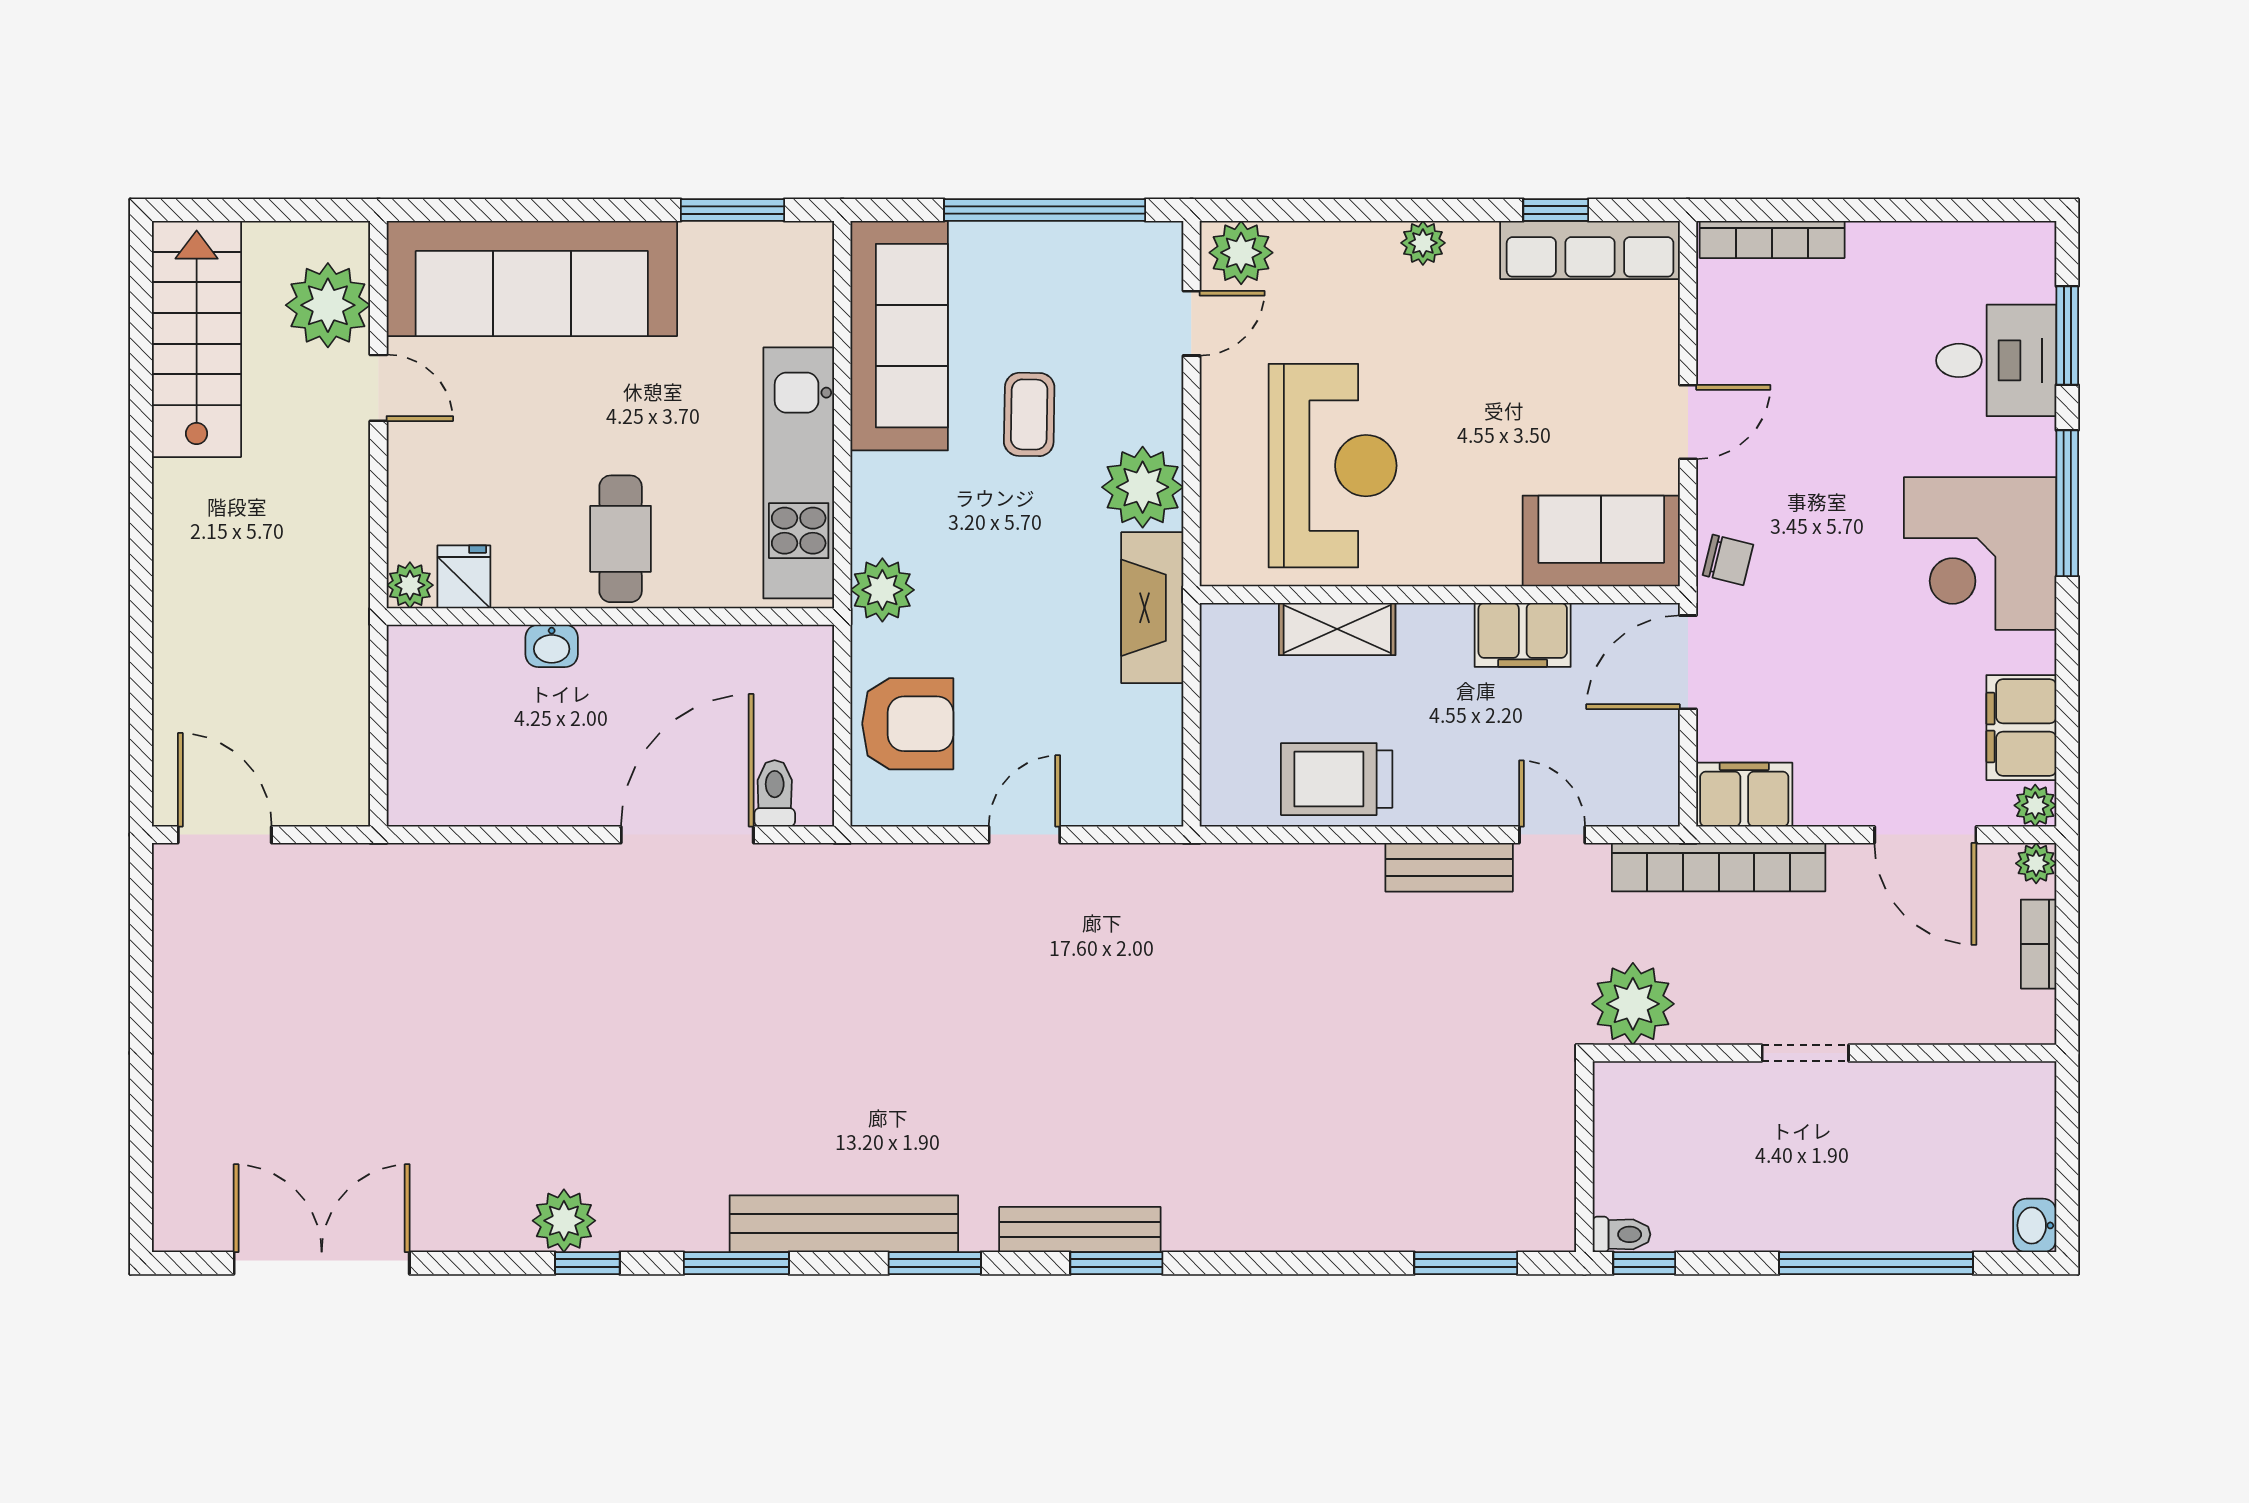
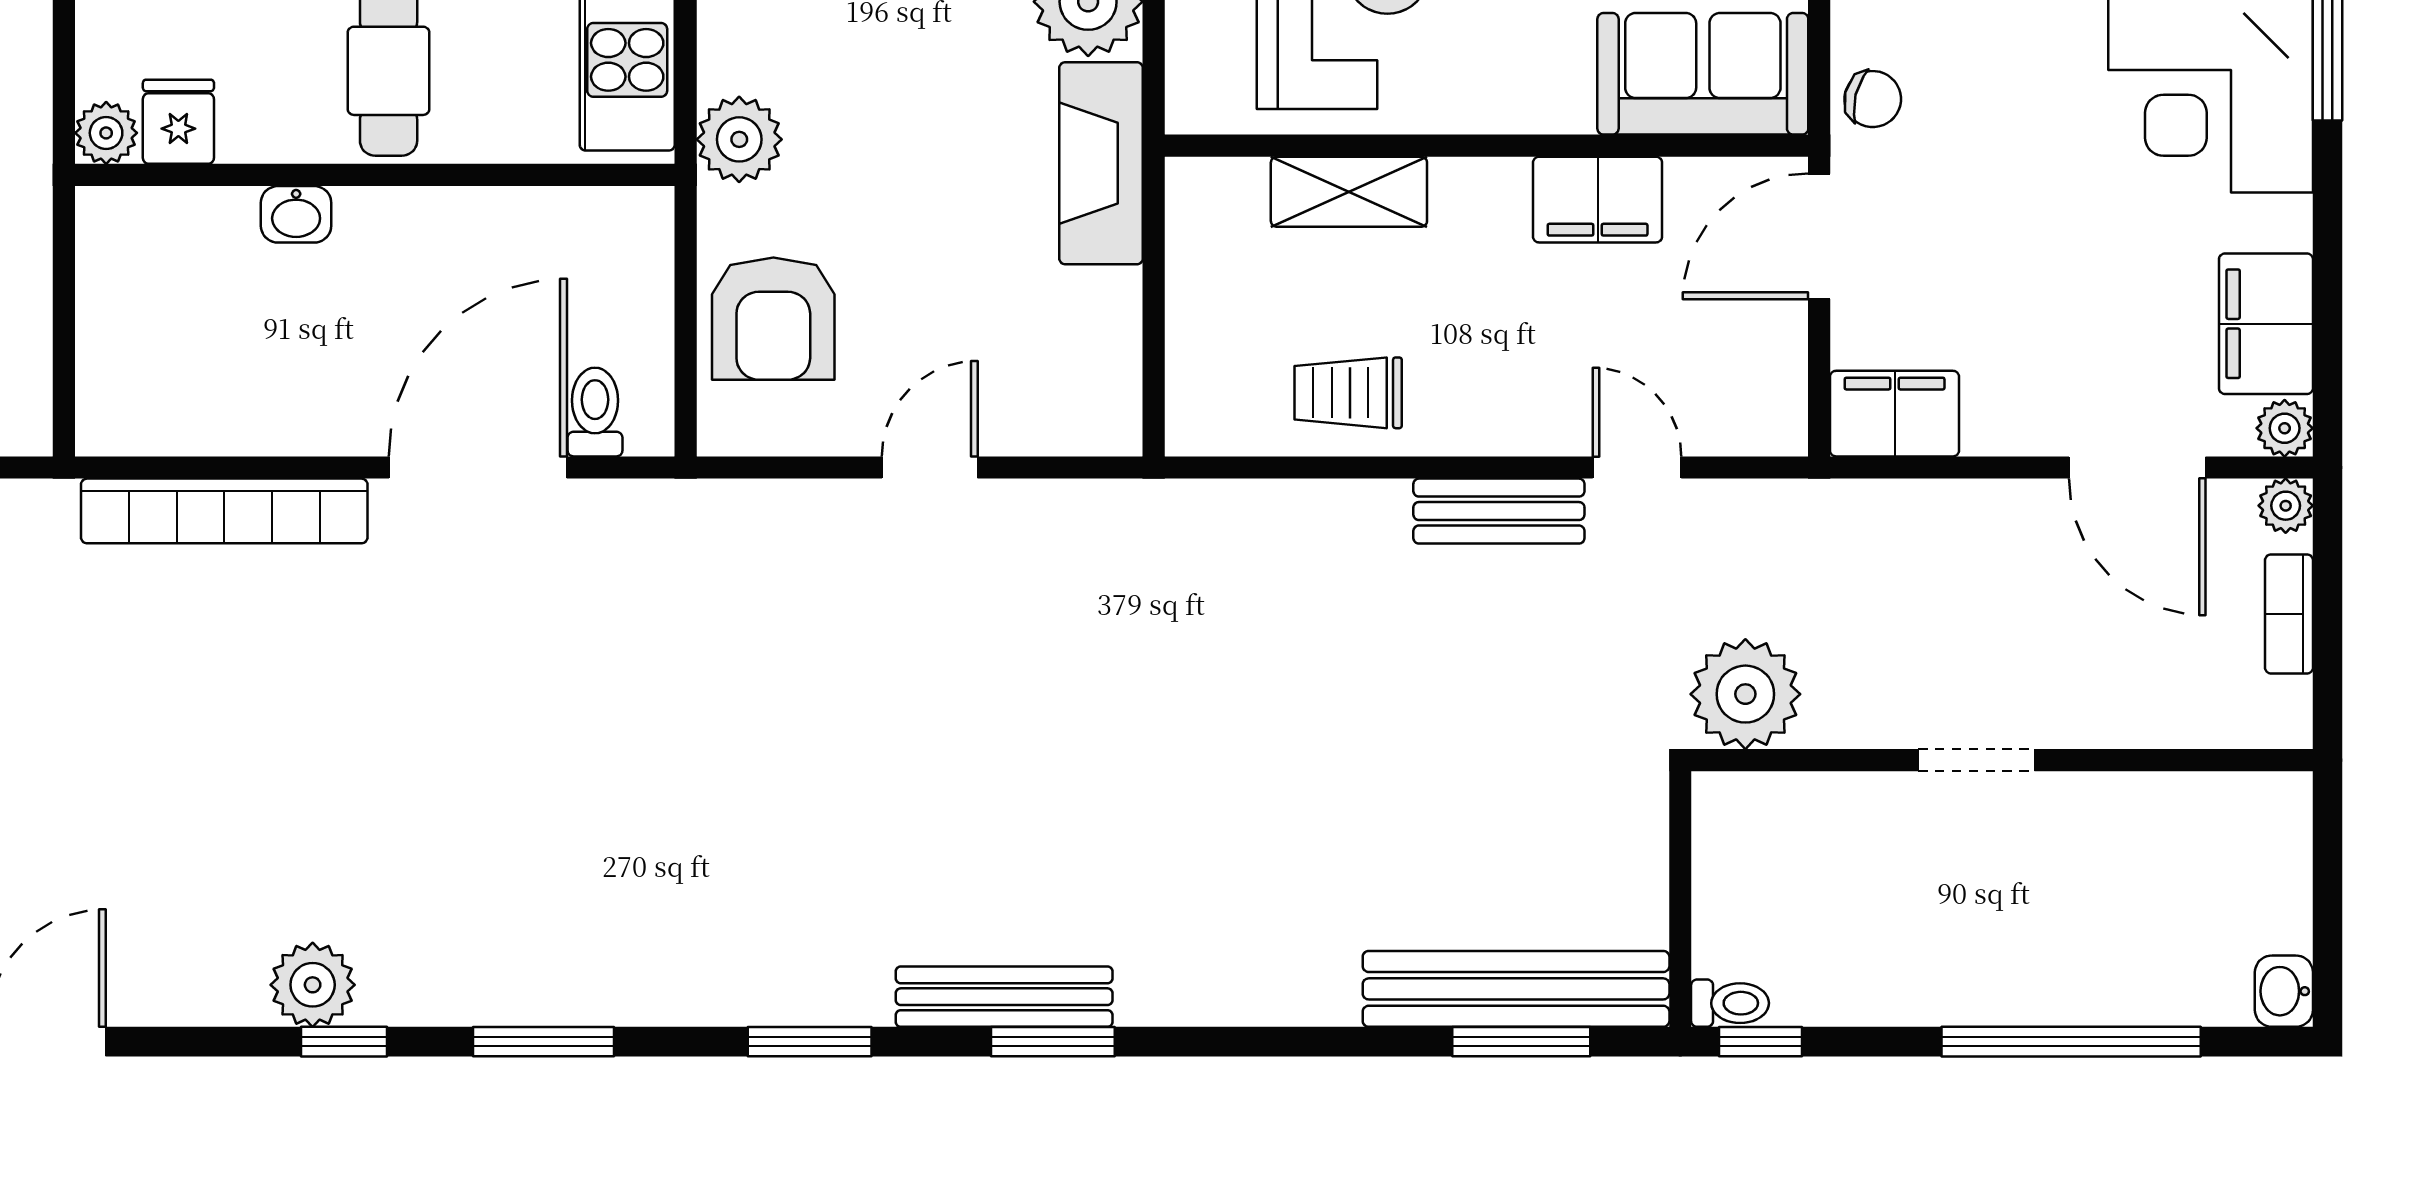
armchair: (908, 724) -> (773, 319), turned 90
trolley: (1337, 779) -> (1348, 393), width x0.73, depth x0.72
bookcase: (1719, 867) -> (224, 511), moved
bench: (844, 1224) -> (1516, 989), moved

